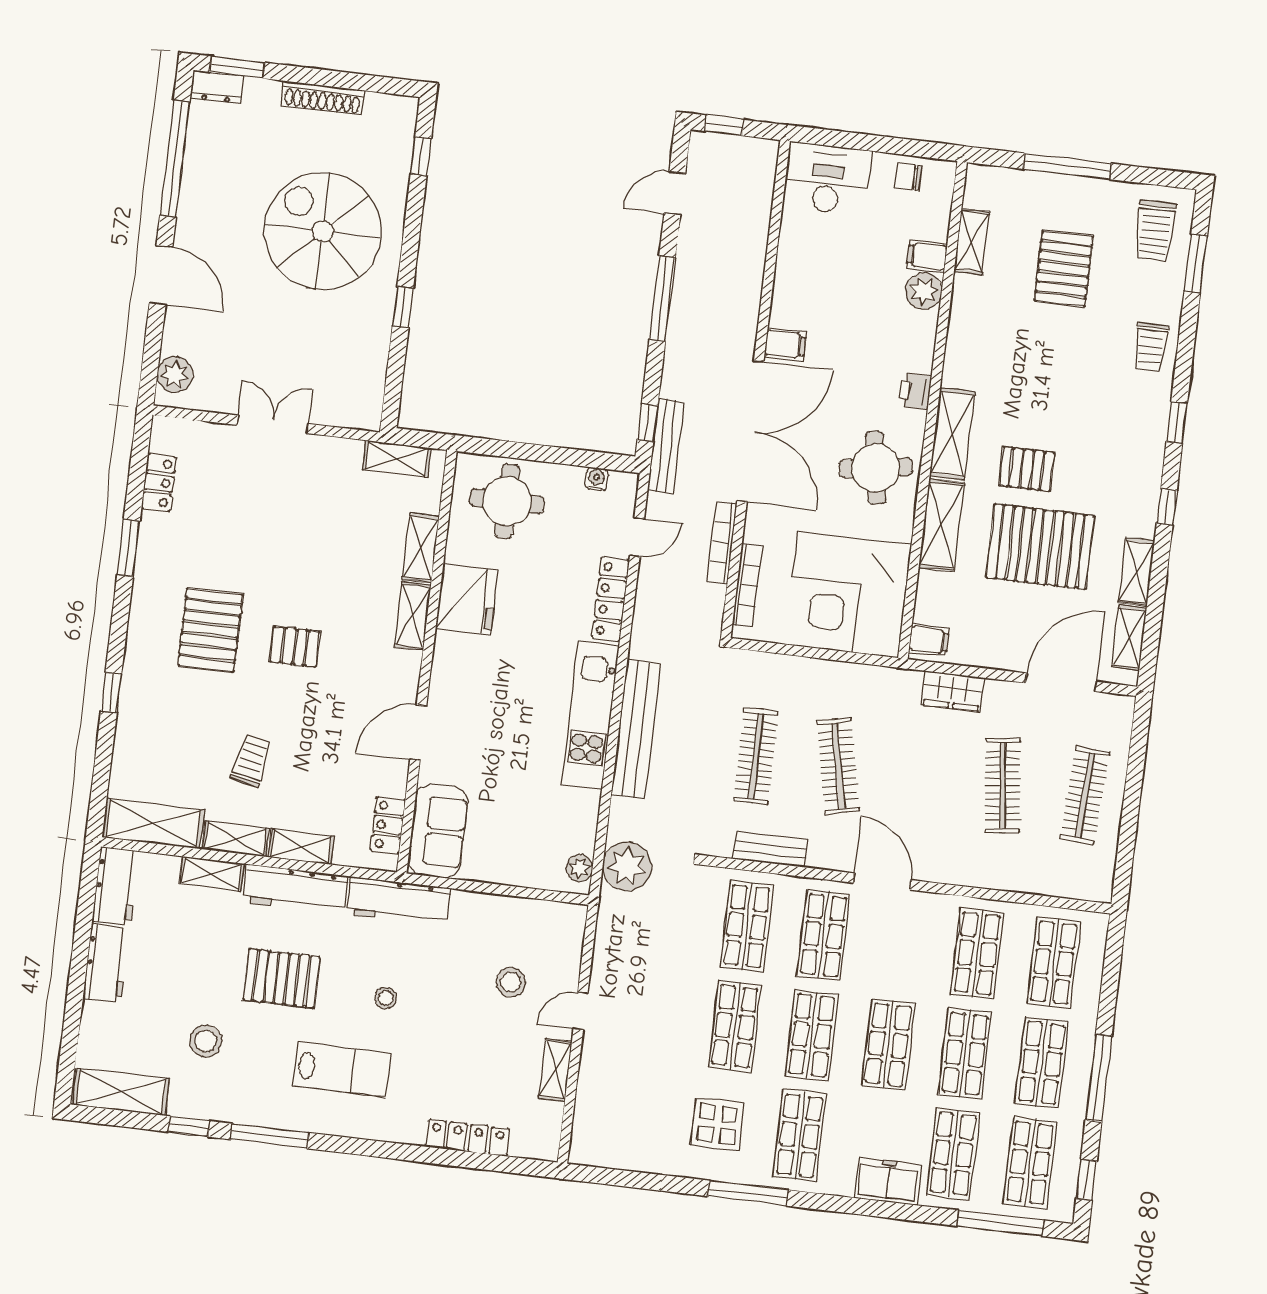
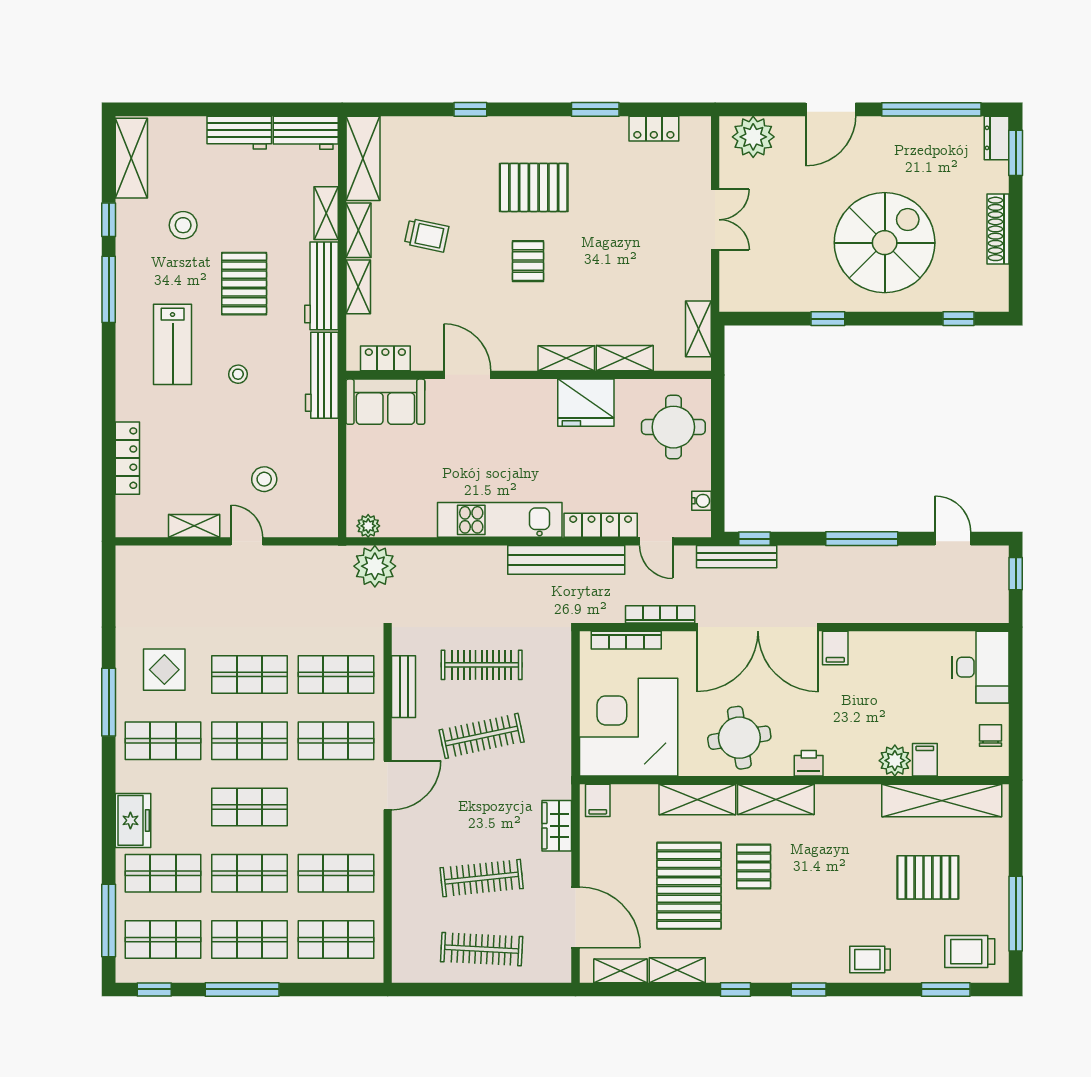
window: (1067, 166) -> (1016, 914), moved
shelving: (972, 242) -> (942, 801), width x2.20, depth x1.33
plant: (175, 374) -> (753, 137), width x1.36, depth x1.36
bench: (636, 729) -> (566, 560), moved

